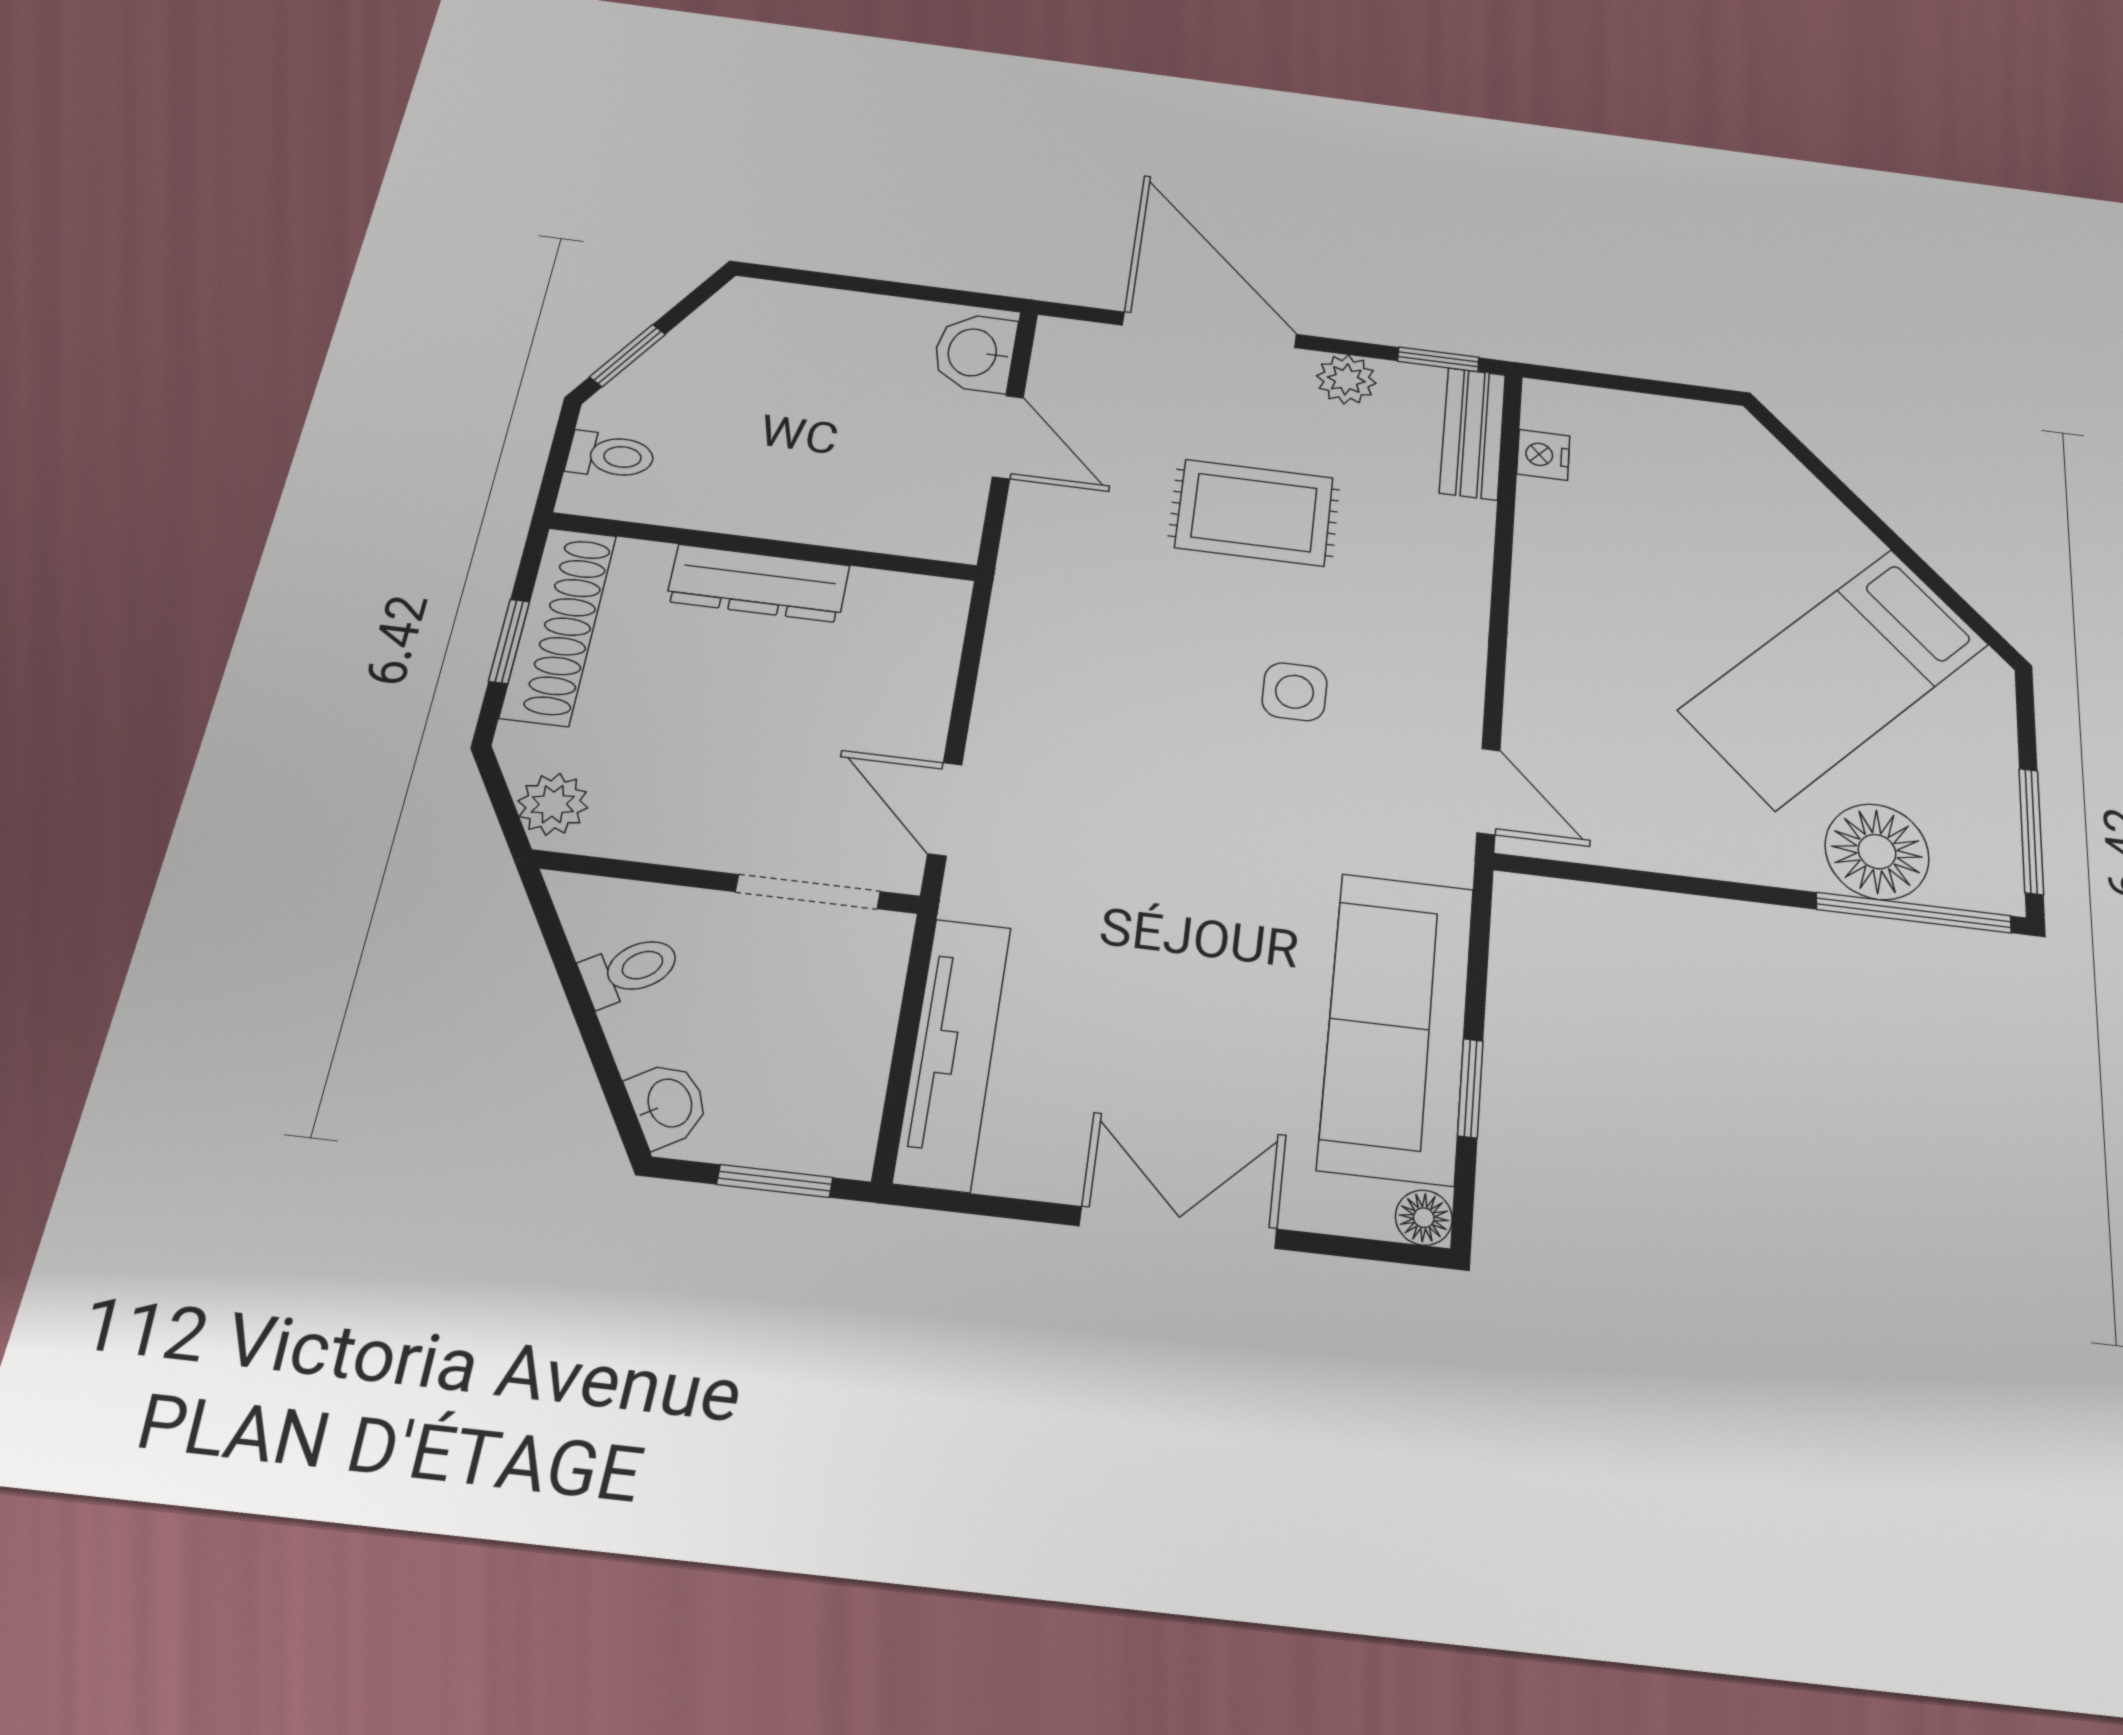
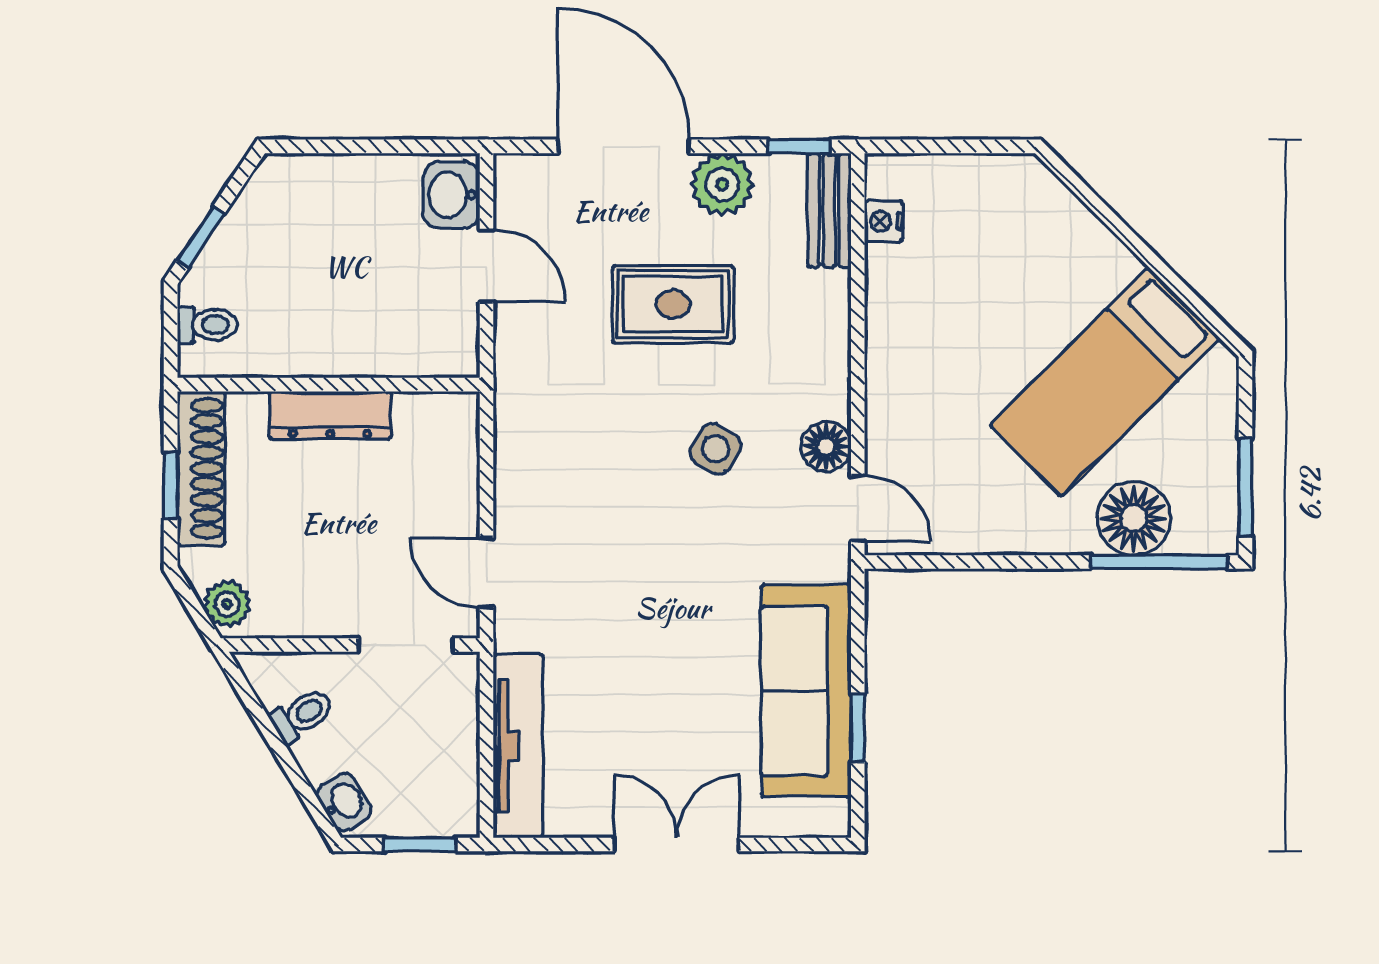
plant: (1346, 379) -> (722, 184), width x1.38, depth x1.38
side table: (1295, 692) -> (716, 449), turned 30
floor lamp: (1424, 1218) -> (826, 446), moved, width x1.37, depth x1.37

